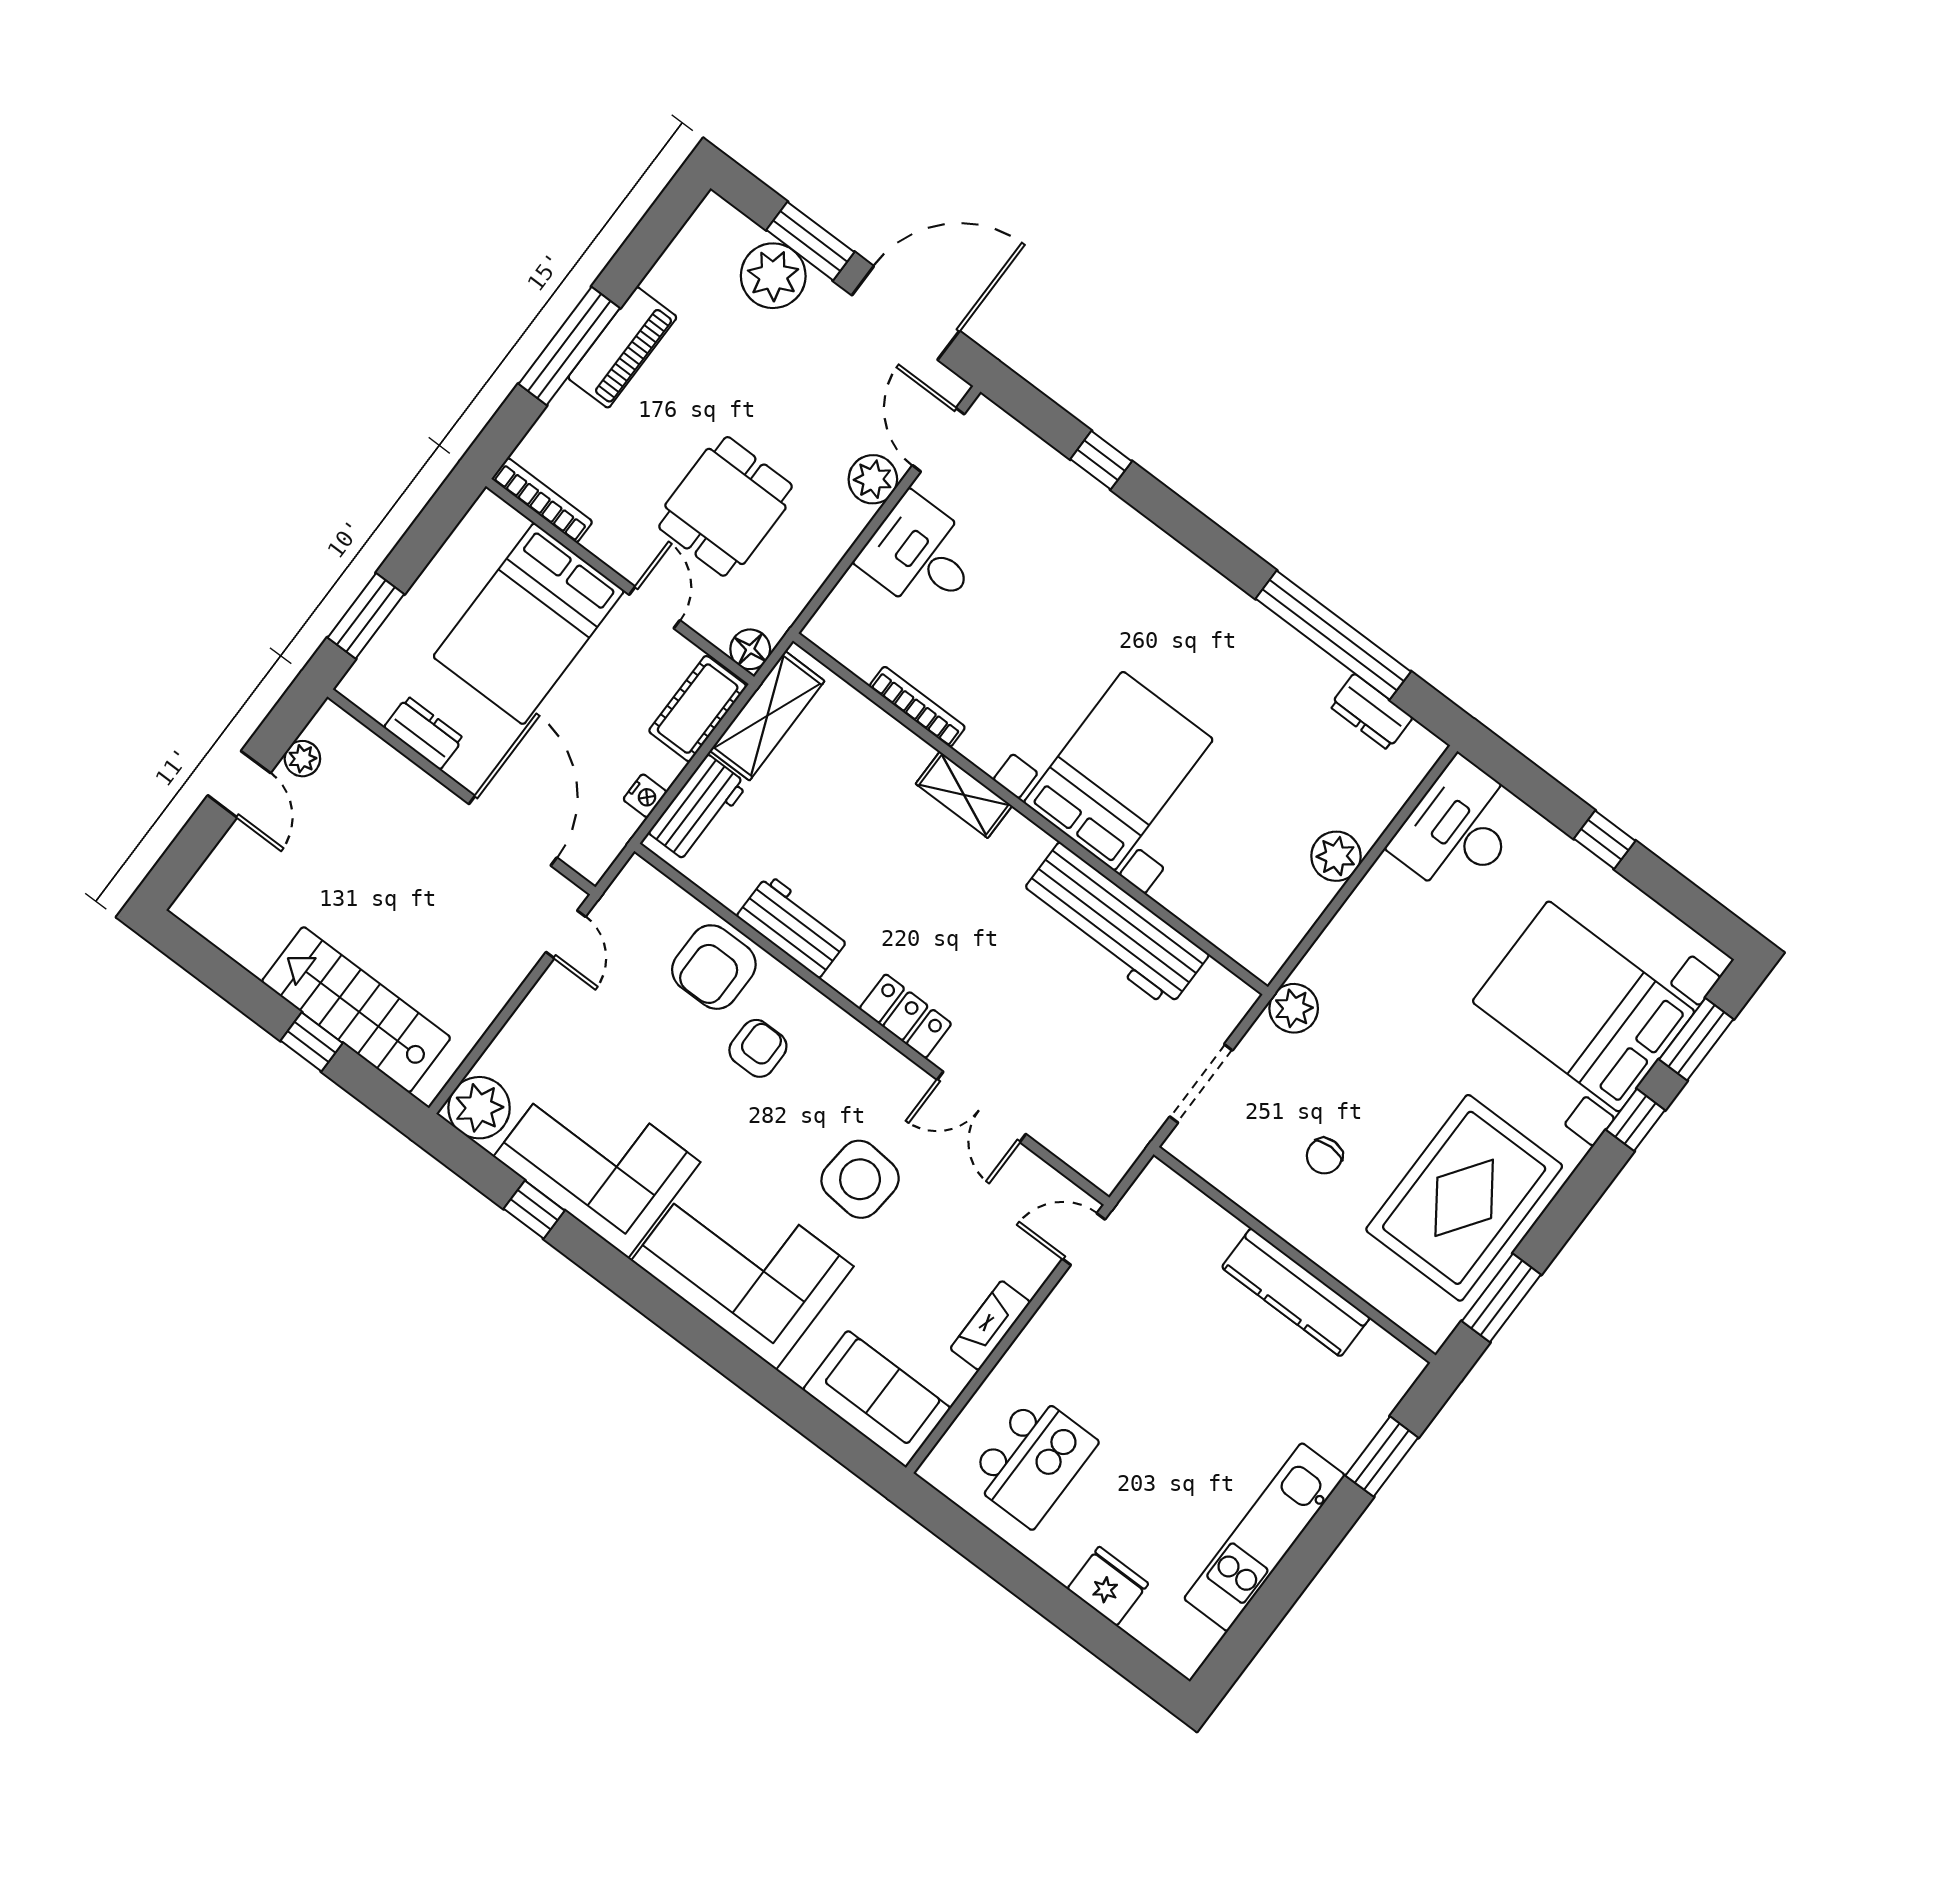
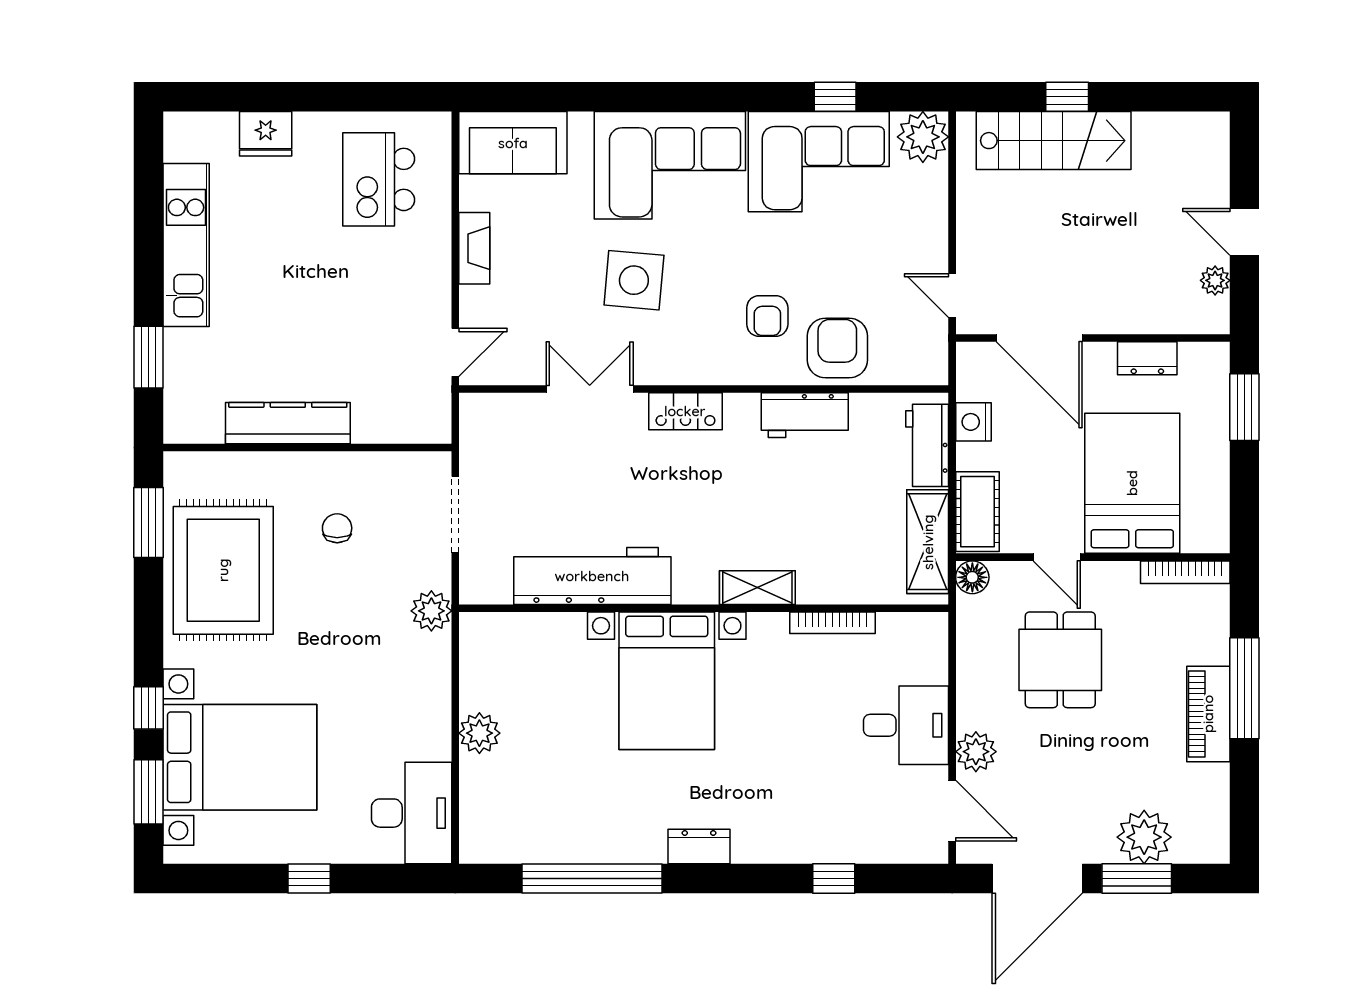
dresser: (1371, 712) -> (699, 847), moved
nightstand: (645, 796) -> (973, 422), width x1.39, depth x1.35

